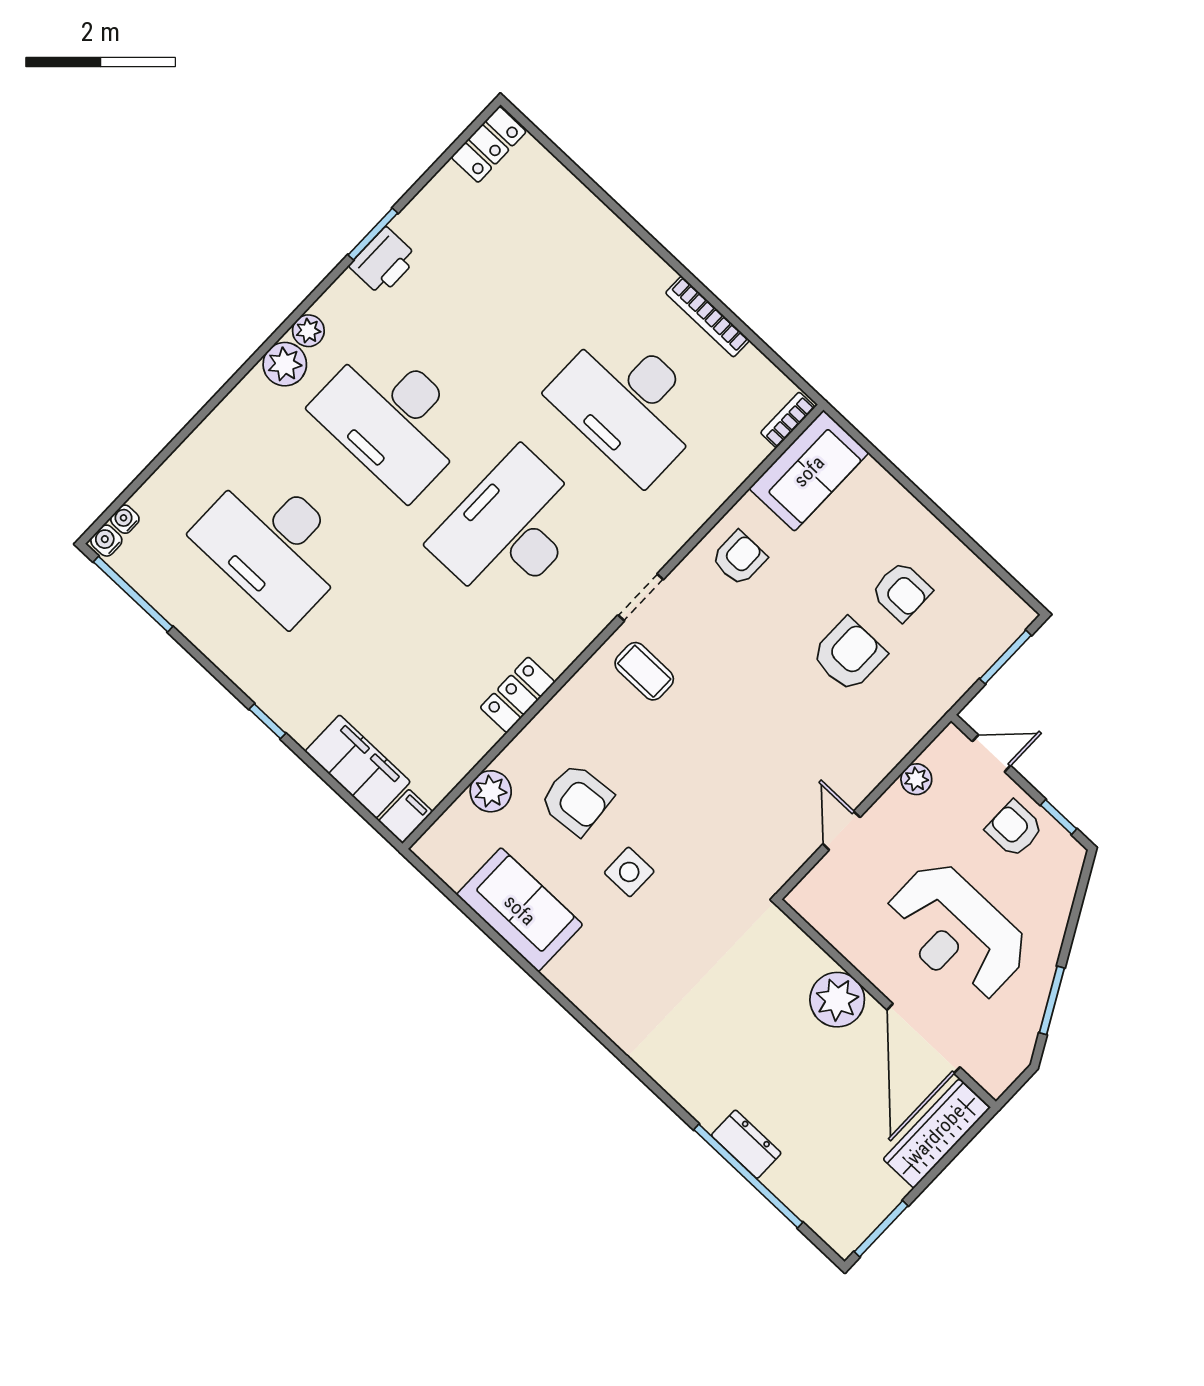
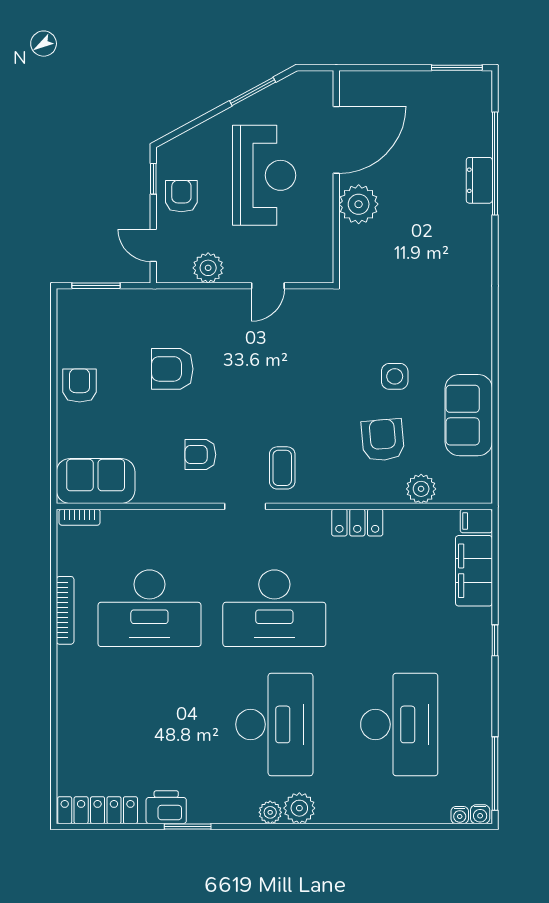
locker: (489, 144) -> (98, 810), width x1.53
printer: (384, 262) -> (166, 807), moved
desk: (629, 404) -> (149, 608), turned 90
armchair: (739, 558) -> (200, 455), moved
armchair: (902, 591) -> (80, 385), moved
plant: (916, 779) -> (208, 268), width x1.38, depth x1.38
armchair: (1014, 829) -> (181, 196), turned 180
wardrobe: (936, 1134) -> (380, 86), removed

